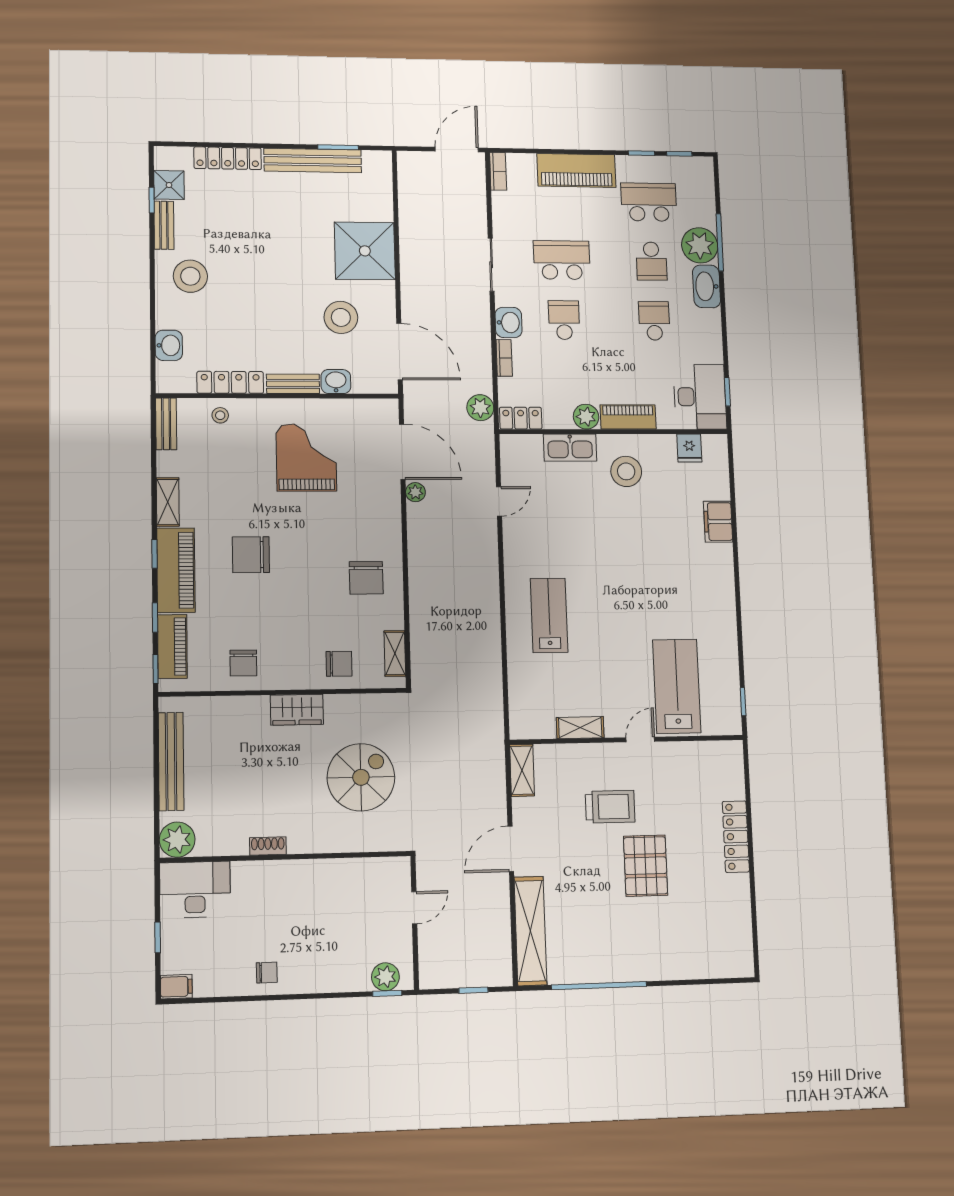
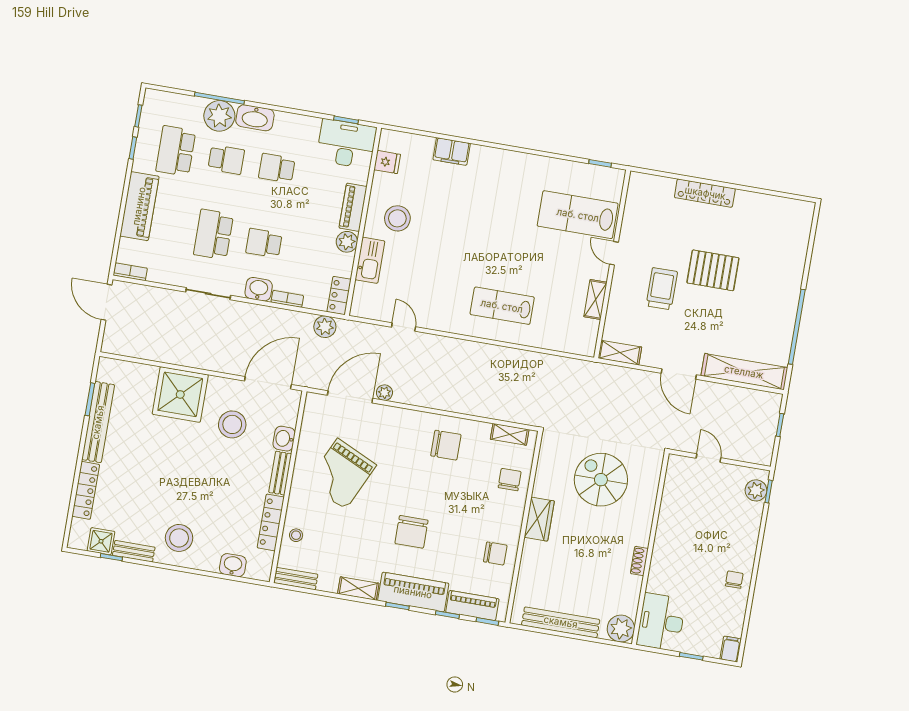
grand piano: (306, 457) -> (342, 474), turned -65

